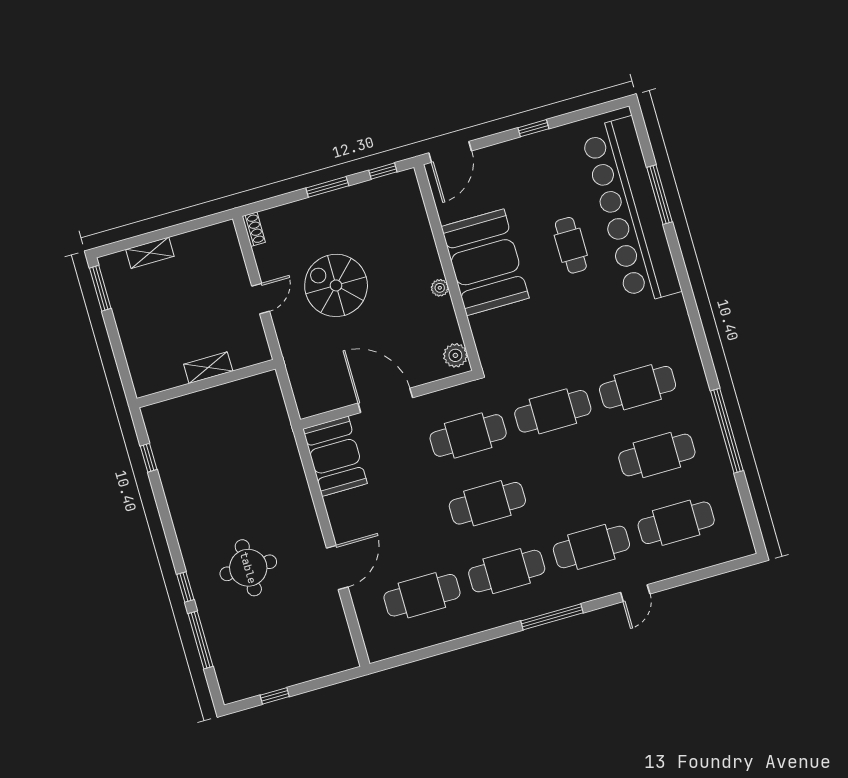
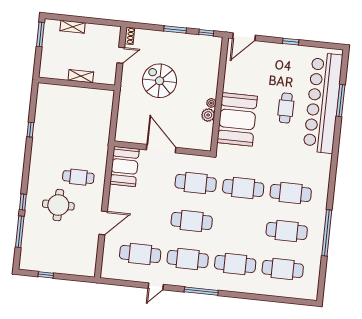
booth: (485, 262) -> (237, 119), moved
door: (261, 299) -> (121, 55), moved
plant: (455, 355) -> (208, 115), moved
shelving: (208, 368) -> (81, 76), moved
wall: (206, 384) -> (77, 84), moved
cafe table: (263, 506) -> (78, 177), added
door: (635, 593) -> (156, 286), moved

